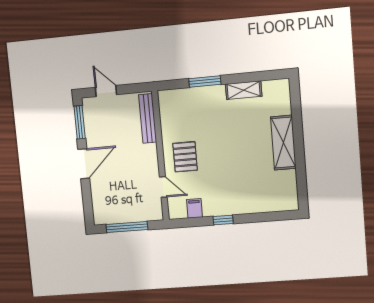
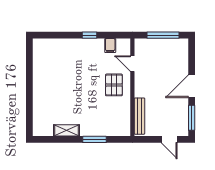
shelving: (283, 143) -> (41, 89), removed

